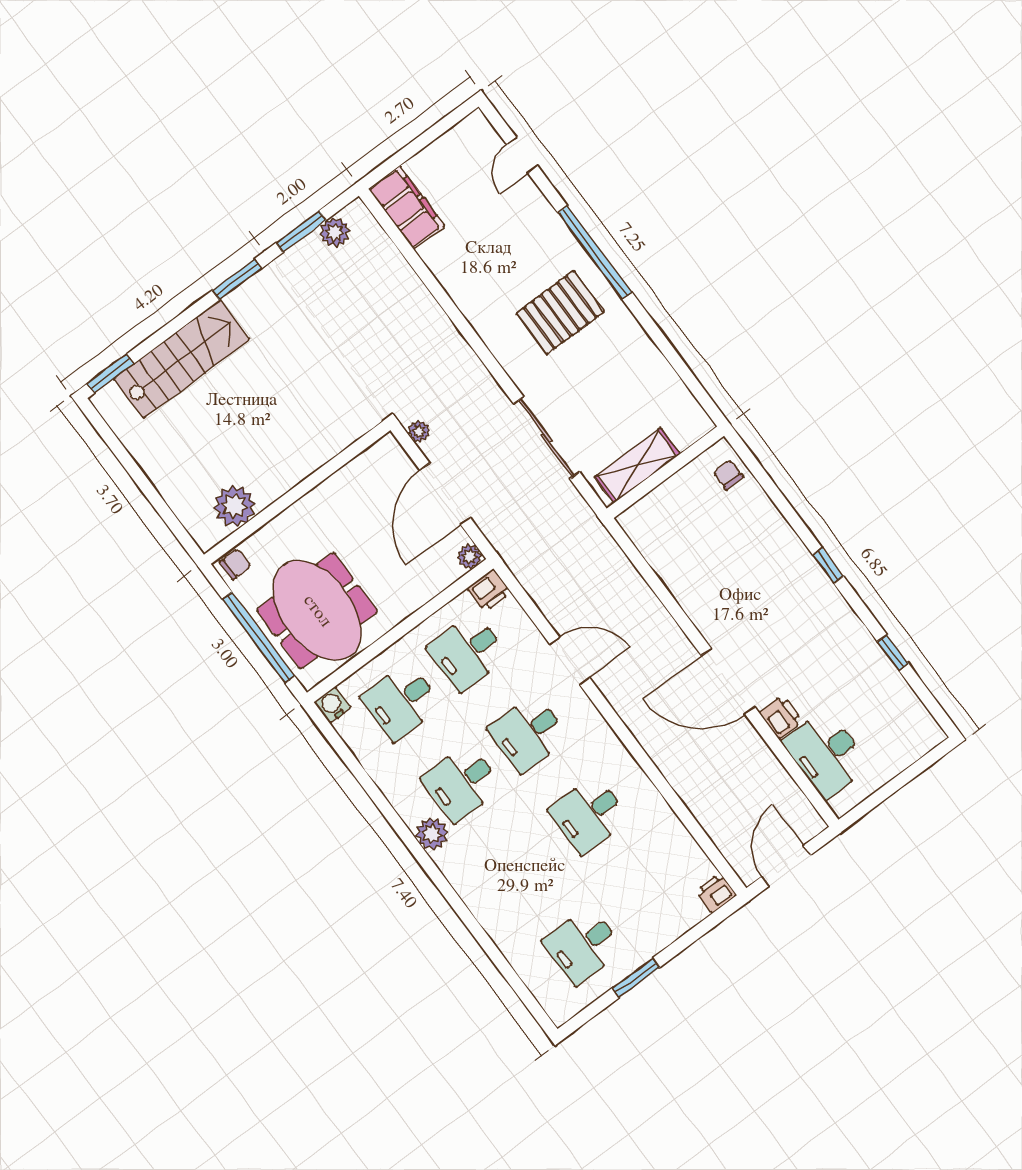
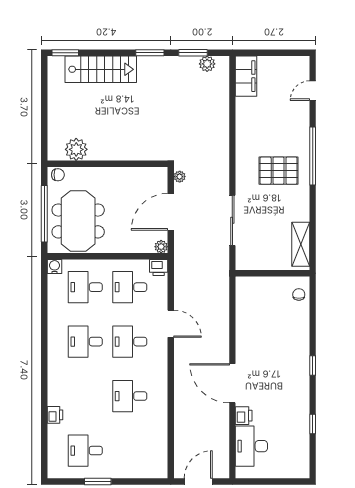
shelving: (637, 466) -> (301, 244), moved, turned 90
plant: (432, 834) -> (56, 354), removed
printer: (716, 893) -> (55, 415), moved, turned 90

